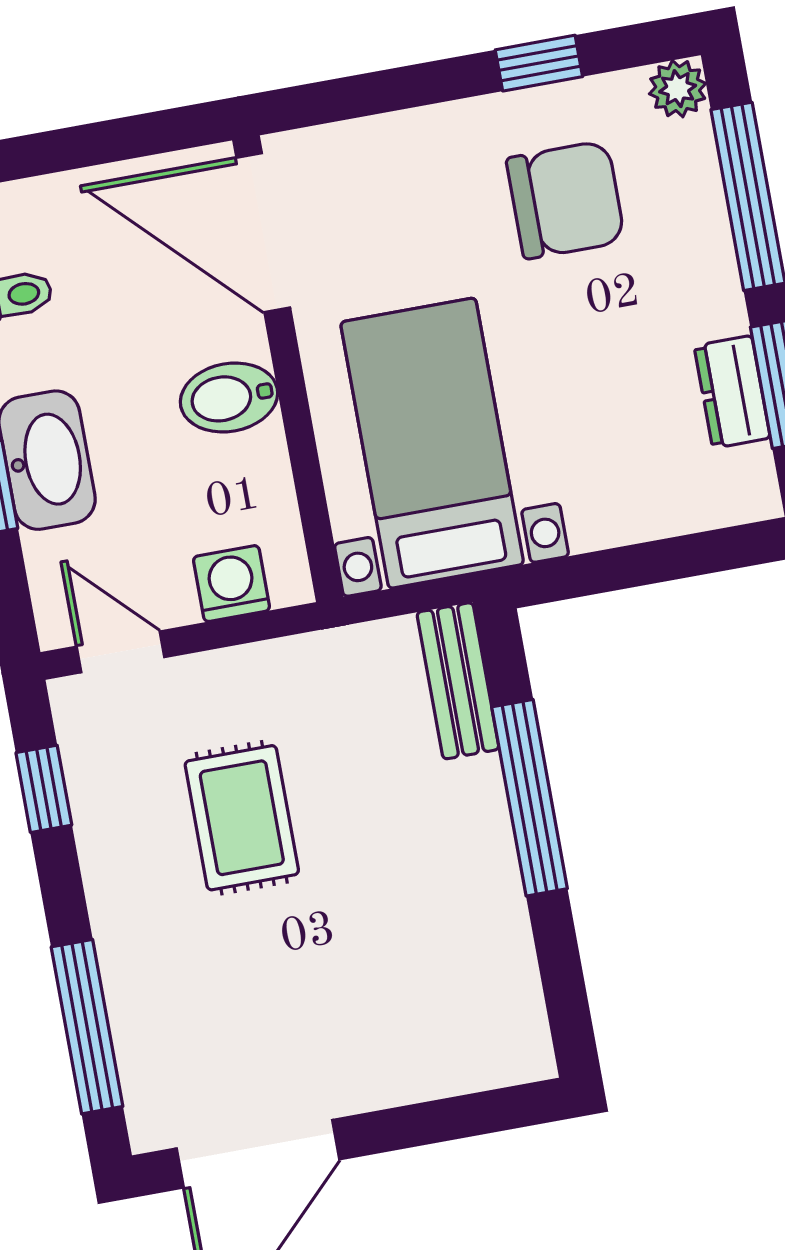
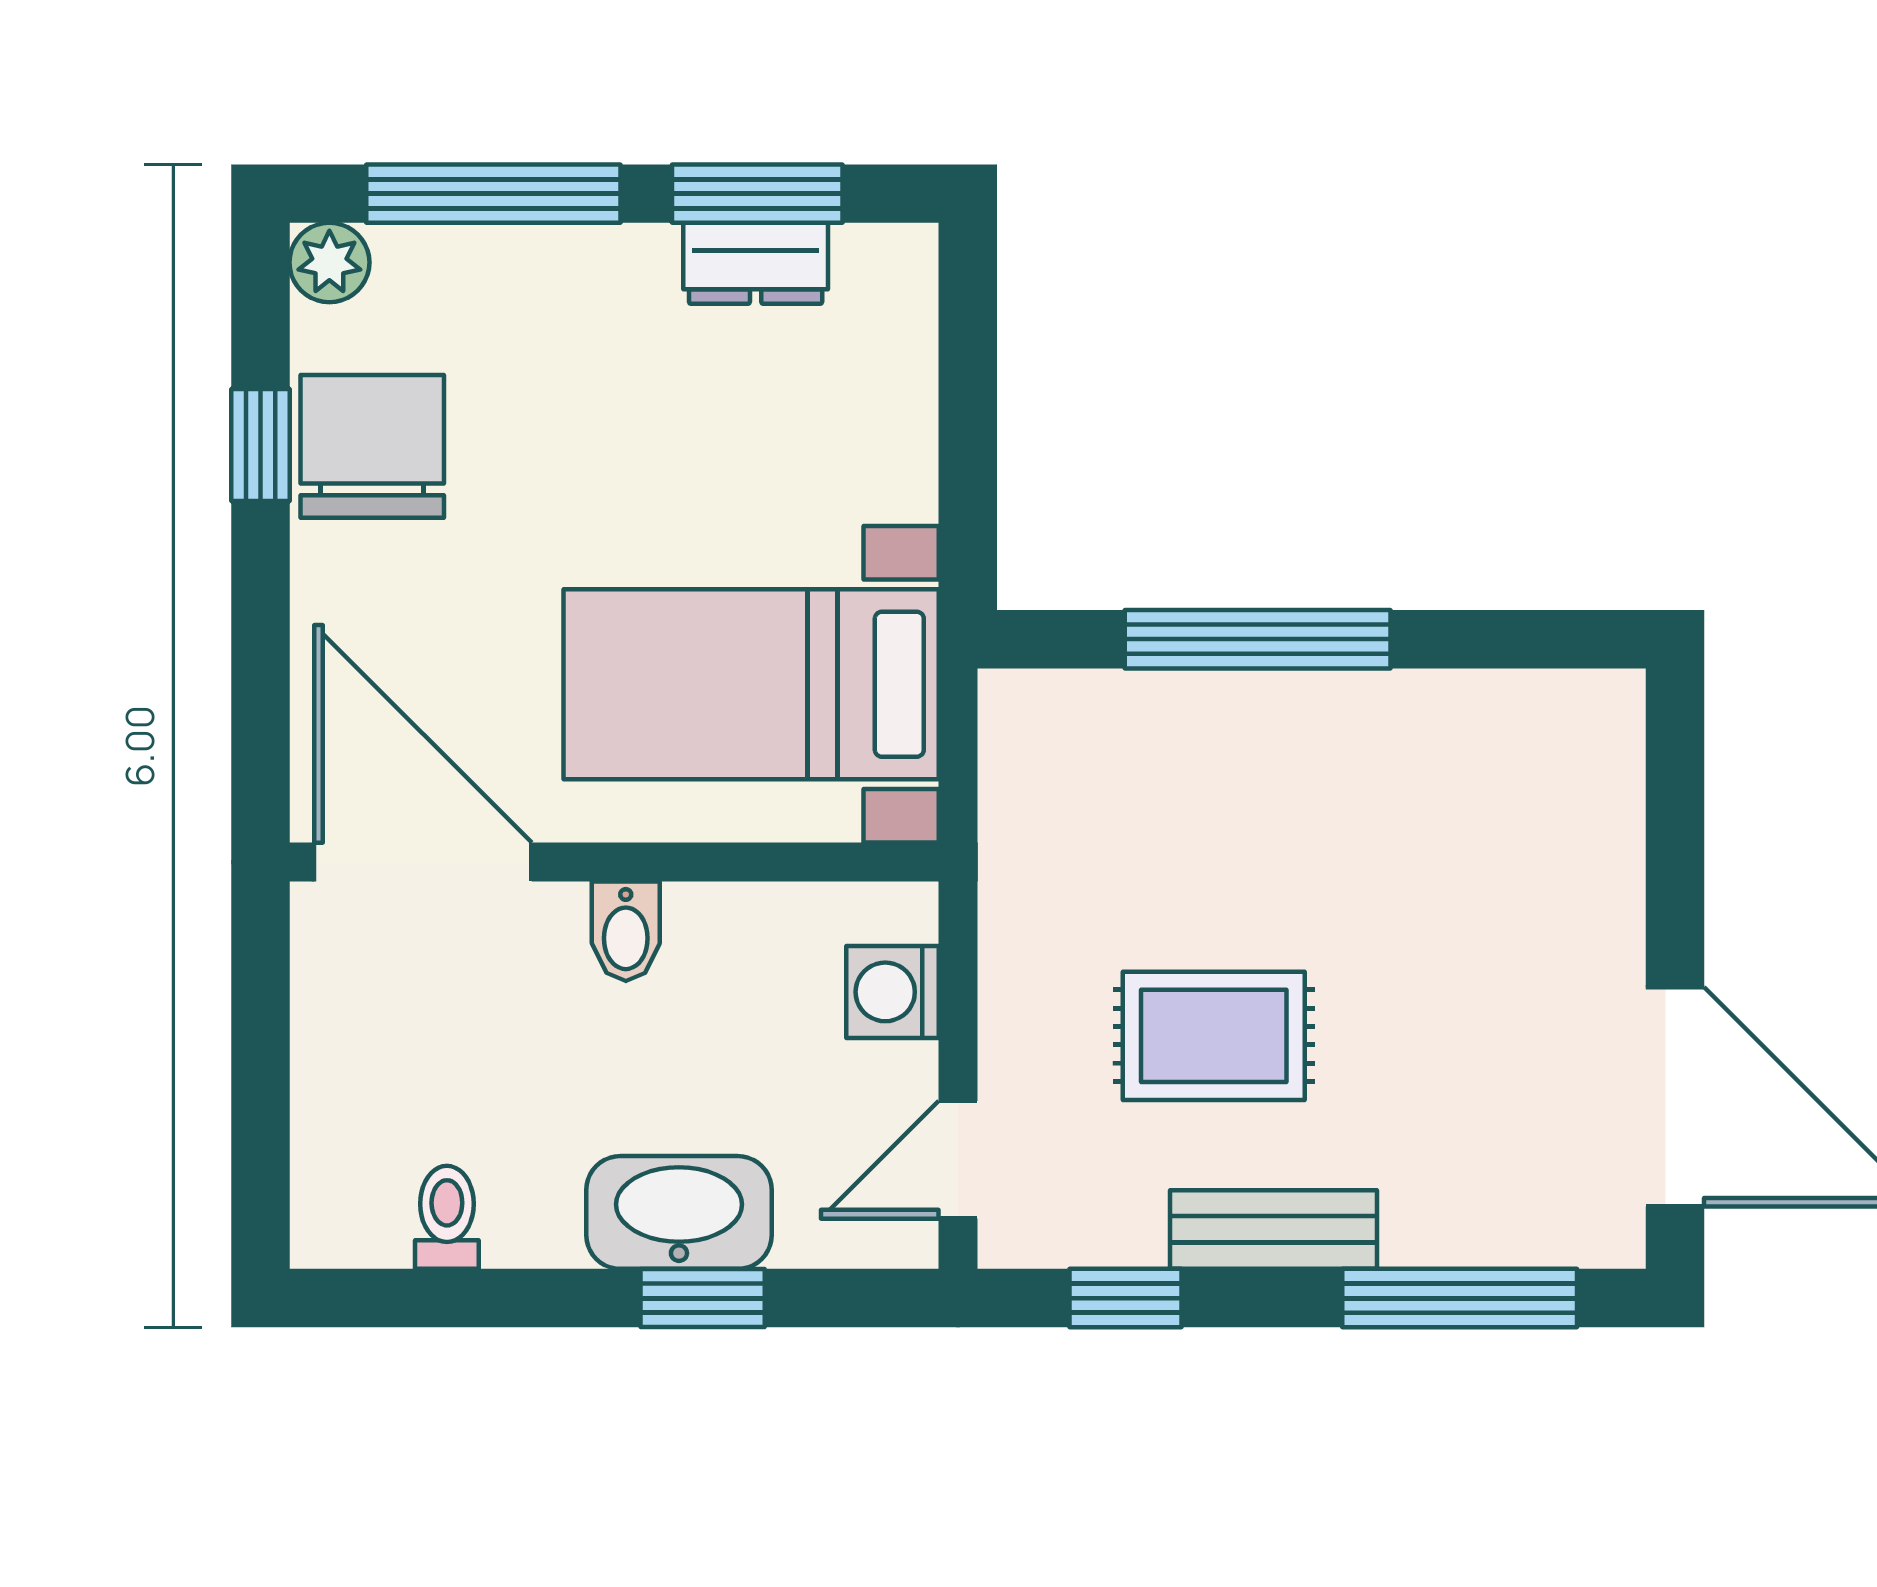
chair: (566, 200) -> (372, 446), moved
door: (263, 233) -> (423, 862), swing flipped
bidet: (229, 397) -> (626, 931), width x0.72, depth x0.74
bench: (458, 681) -> (1274, 1229), moved

